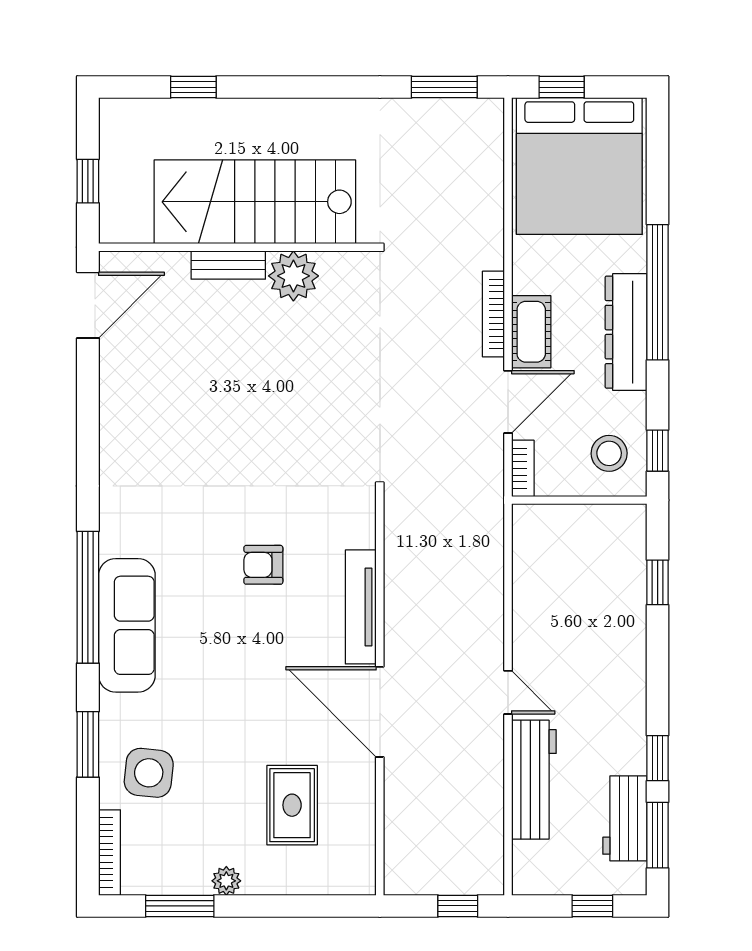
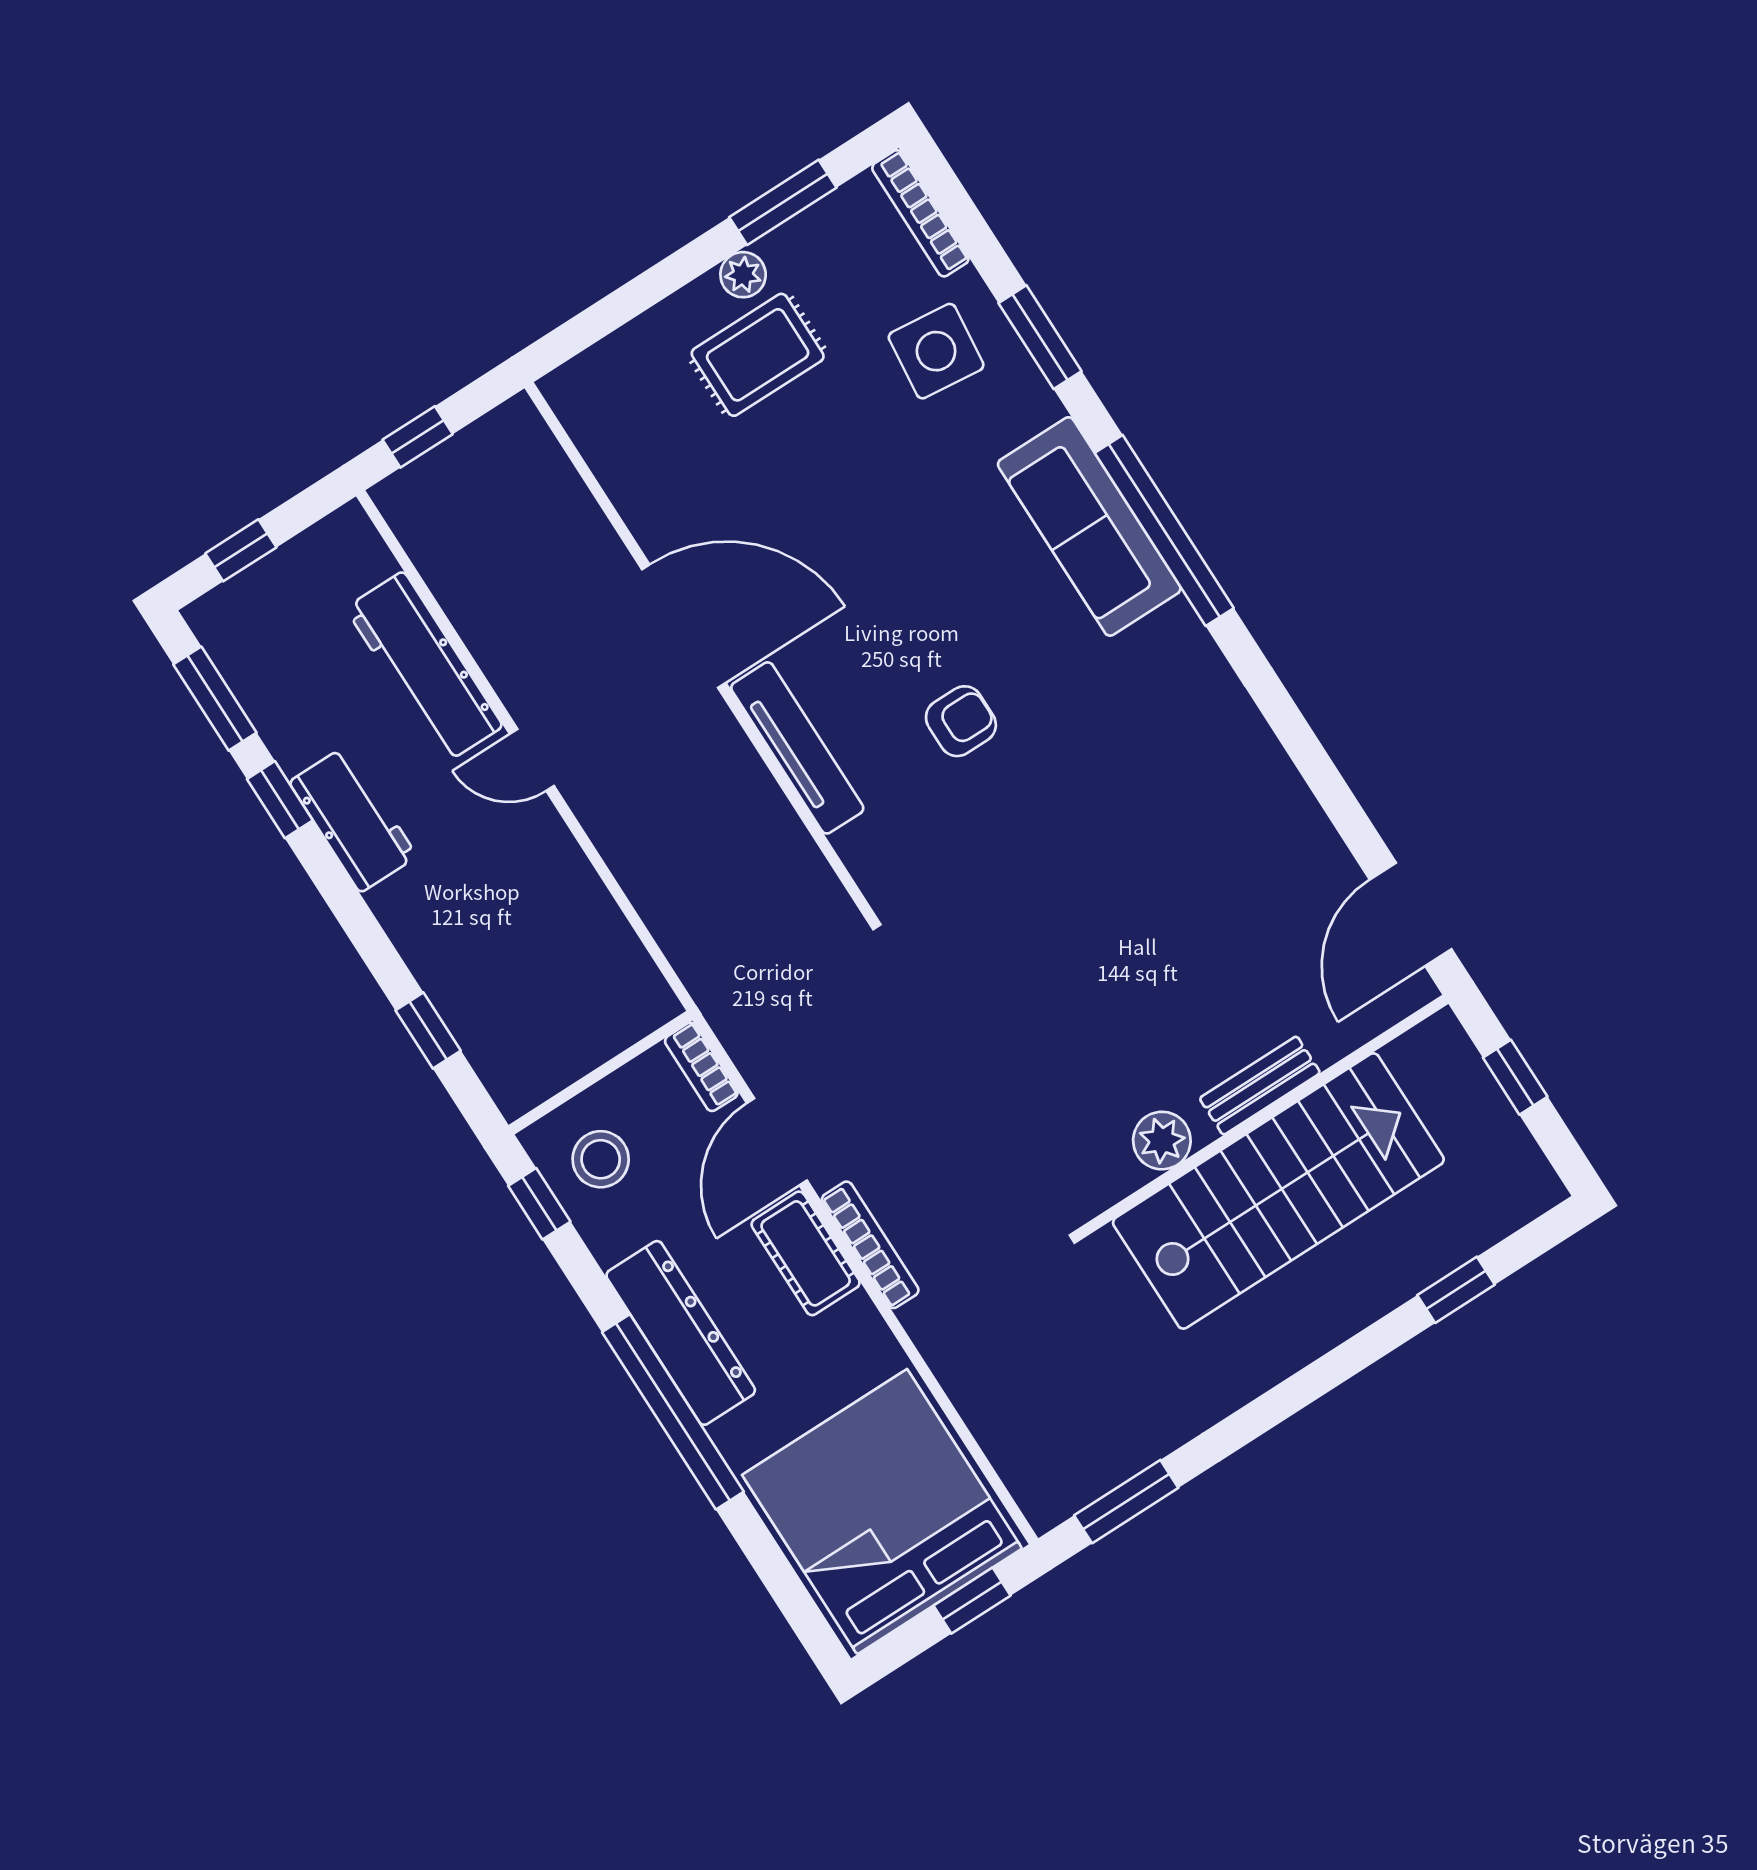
plant: (293, 276) -> (1162, 1141), width x0.73, depth x0.73
rug: (292, 805) -> (758, 355), moved, turned 90
workbench: (625, 818) -> (353, 819), moved

